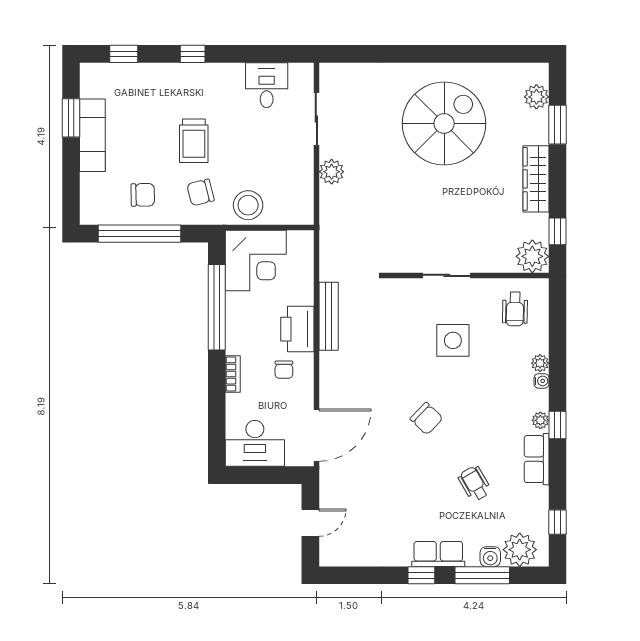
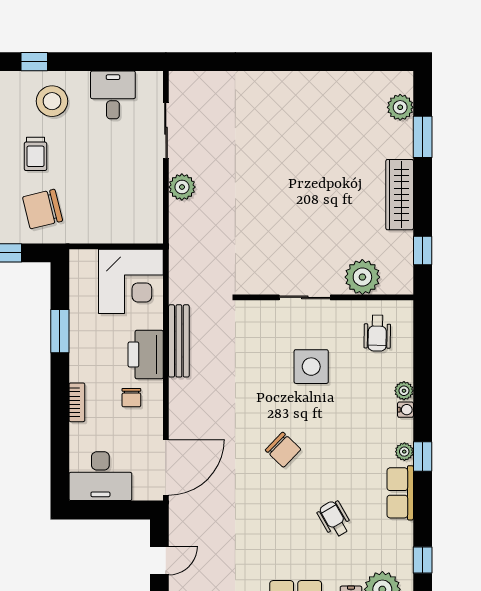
spiral stairs: (444, 123) -> (302, 136), removed
trolley: (194, 141) -> (35, 154), width x0.73, depth x0.72
chair: (200, 192) -> (43, 209), width x1.37, depth x1.37
stool: (248, 205) -> (52, 101), moved
plant: (532, 256) -> (362, 277), moved
corner desk: (256, 260) -> (131, 281), moved
window: (217, 307) -> (60, 331), width x0.47

